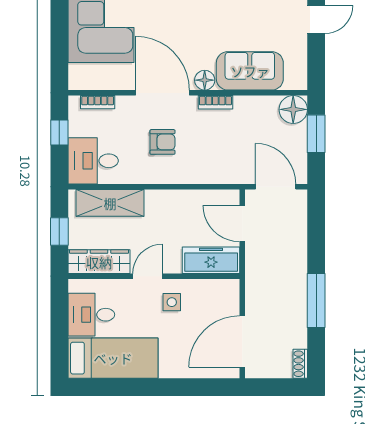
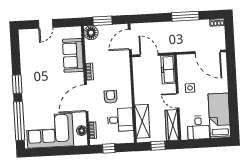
door: (316, 19) -> (46, 24), swing flipped
floor lamp: (205, 80) -> (82, 131), moved
desk: (93, 161) -> (120, 120), moved, turned -90
door: (242, 224) -> (149, 55), swing flipped

